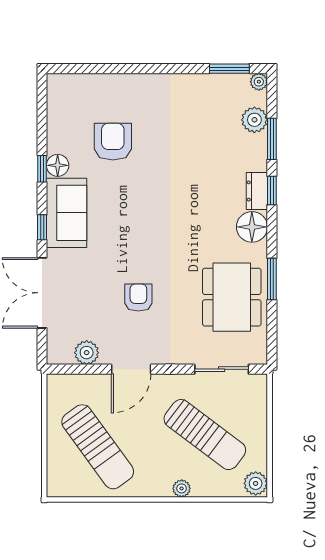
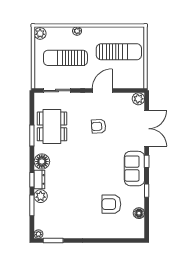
plant: (254, 120) -> (41, 196), moved
armchair: (113, 142) -> (111, 204), turned 90
floor lamp: (58, 165) -> (139, 213), moved
armchair: (138, 298) -> (99, 126), turned 86
plant: (87, 353) -> (138, 99), moved
sun lounger: (205, 435) -> (65, 58), turned -37
sun lounger: (98, 447) -> (119, 52), turned 126

